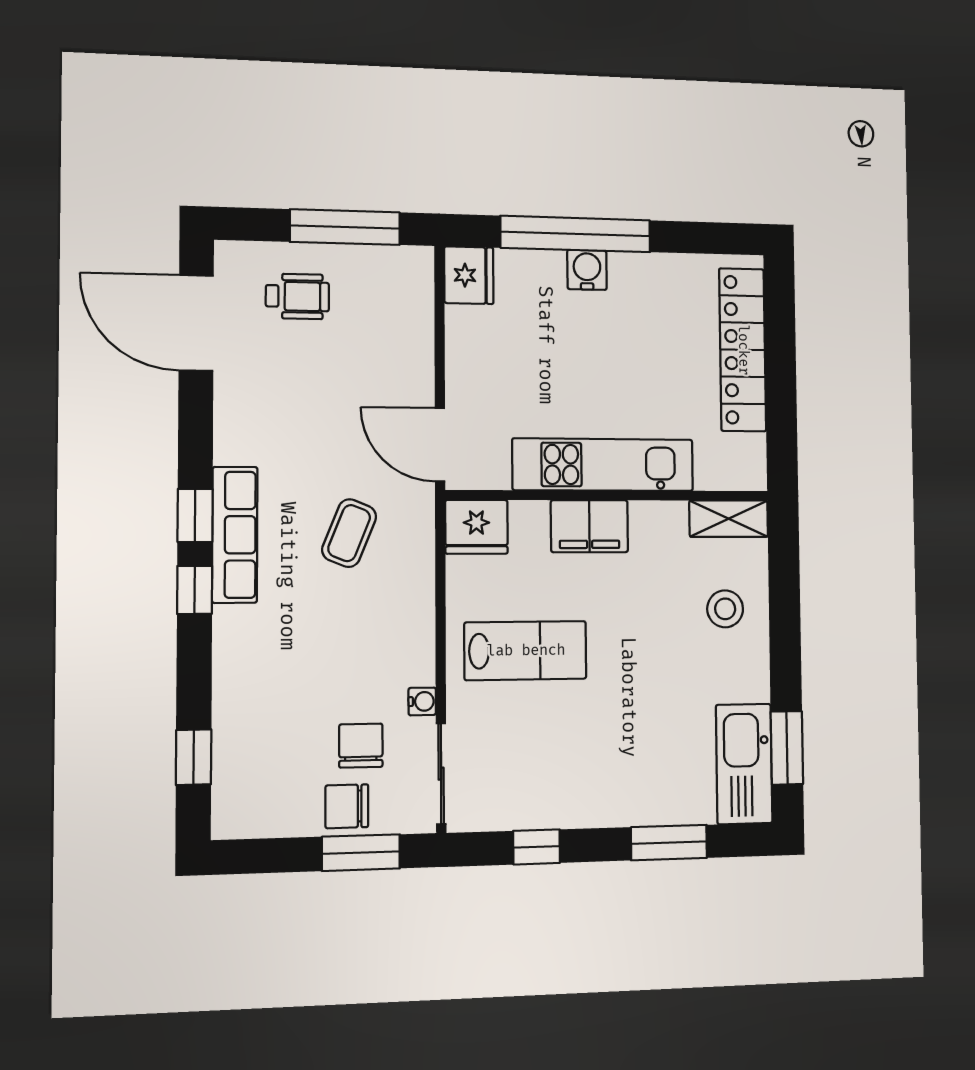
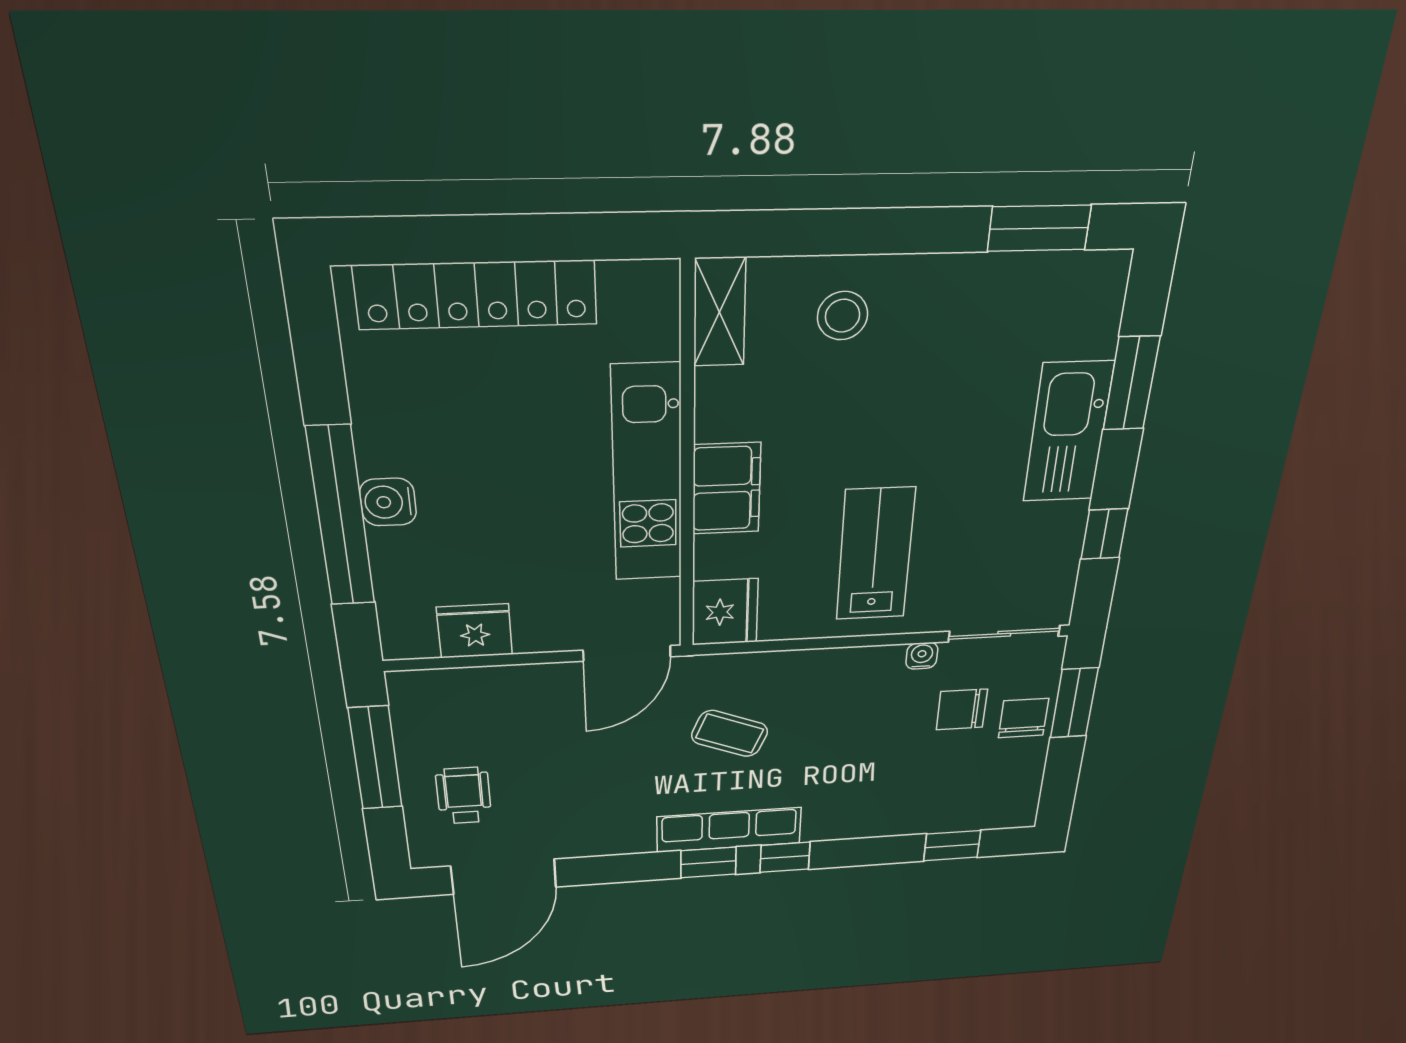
fridge: (469, 275) -> (475, 631), moved
kitchen sink: (744, 764) -> (1068, 432), moved, turned 90
chair: (347, 806) -> (1023, 718), turned 180

